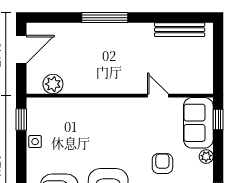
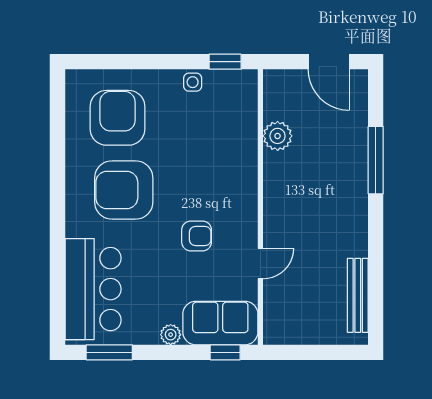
window: (105, 18) -> (376, 160), moved
plant: (53, 84) -> (278, 136), moved
armchair: (162, 164) -> (197, 236), moved

